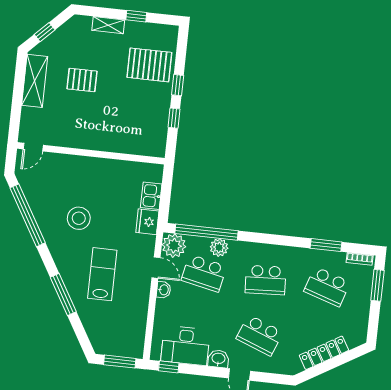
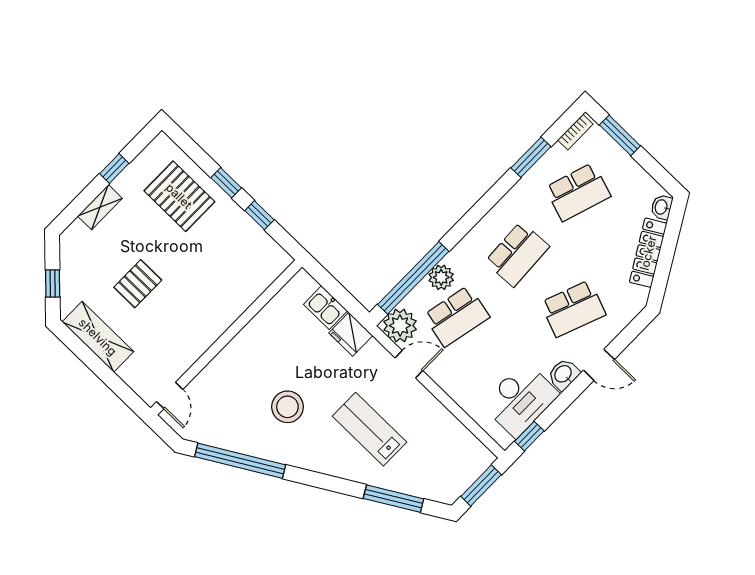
pallet: (149, 65) -> (179, 196), turned 90
washbasin: (164, 290) -> (662, 207), moved, turned -120
window: (63, 294) -> (393, 499), moved

